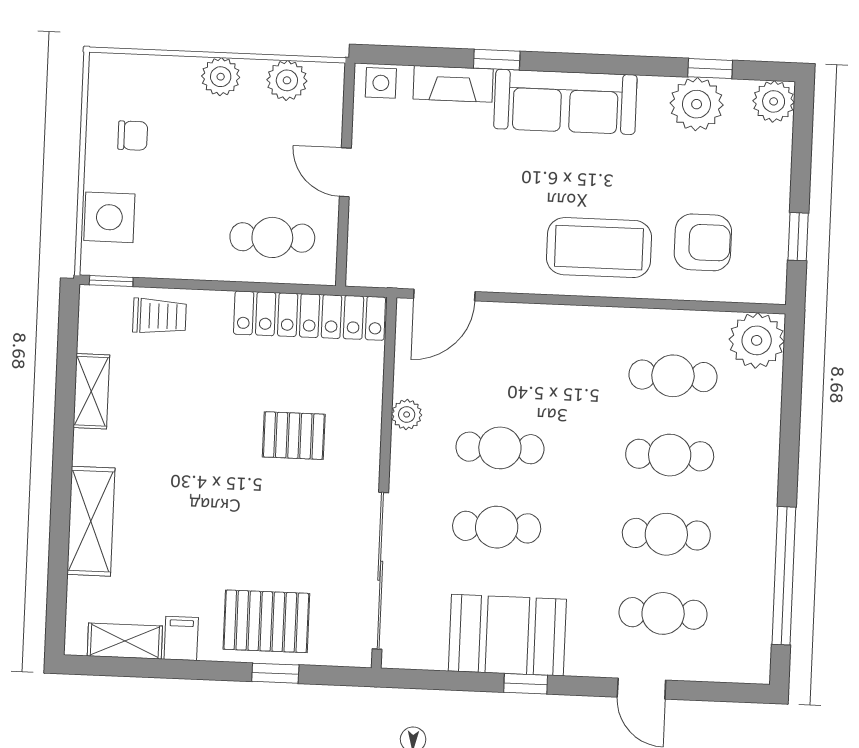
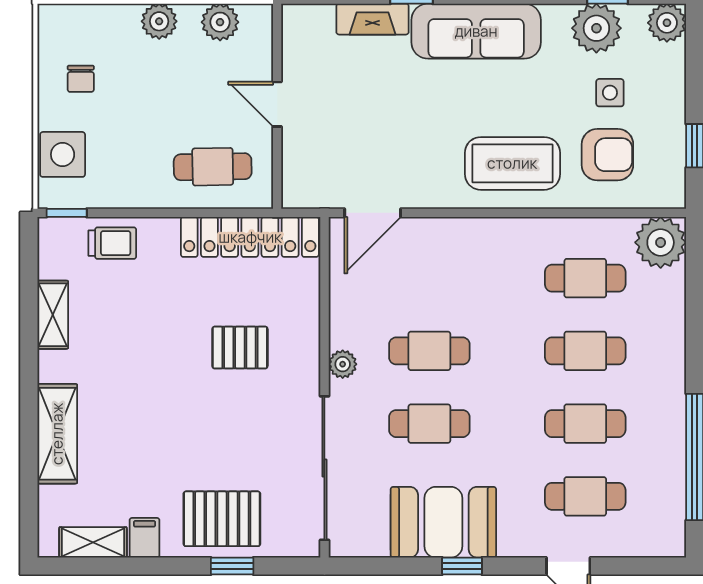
side table: (381, 83) -> (610, 93), moved
chair: (133, 136) -> (81, 79), turned 90
plant: (407, 414) -> (343, 364), moved

